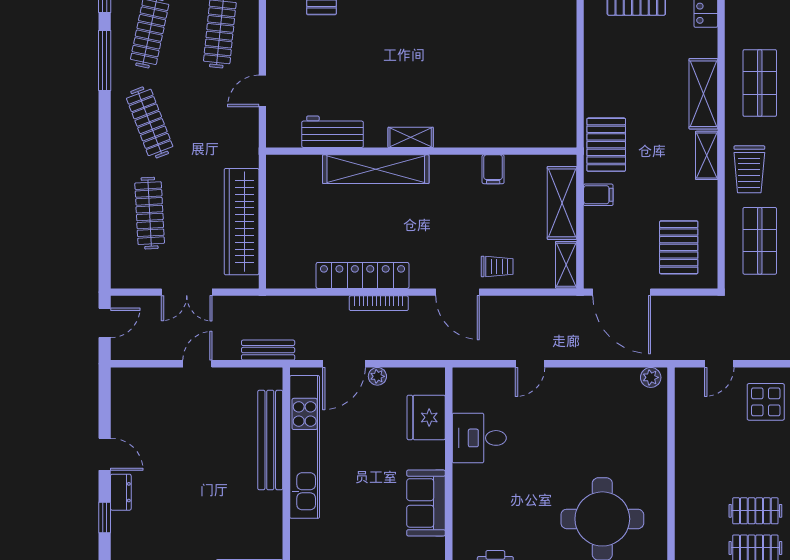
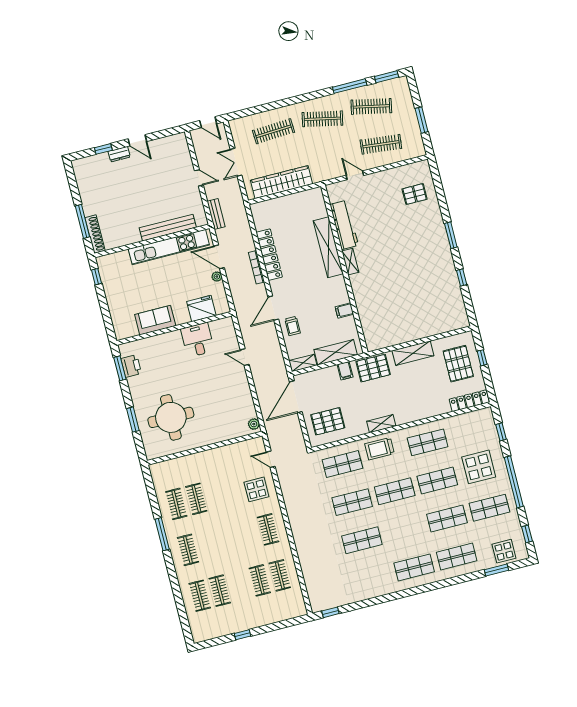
shelving: (703, 94) -> (413, 353), moved
clothes rail: (150, 122) -> (322, 119), turned 33
workbench: (333, 132) -> (344, 225), width x1.37
door: (105, 454) -> (137, 140), hinge flipped

